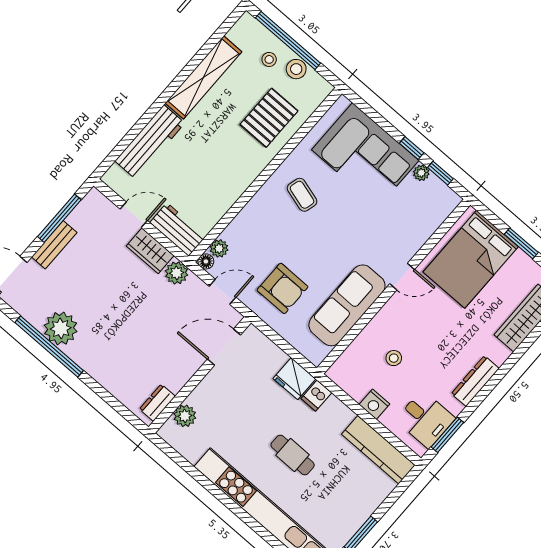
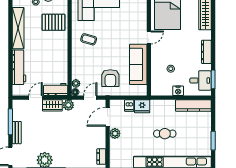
pallet: (269, 118) -> (53, 22), turned 90
armchair: (283, 288) -> (110, 78), turned 90
dishwasher: (316, 396) -> (129, 106), moved
plant: (185, 416) -> (115, 133), moved

